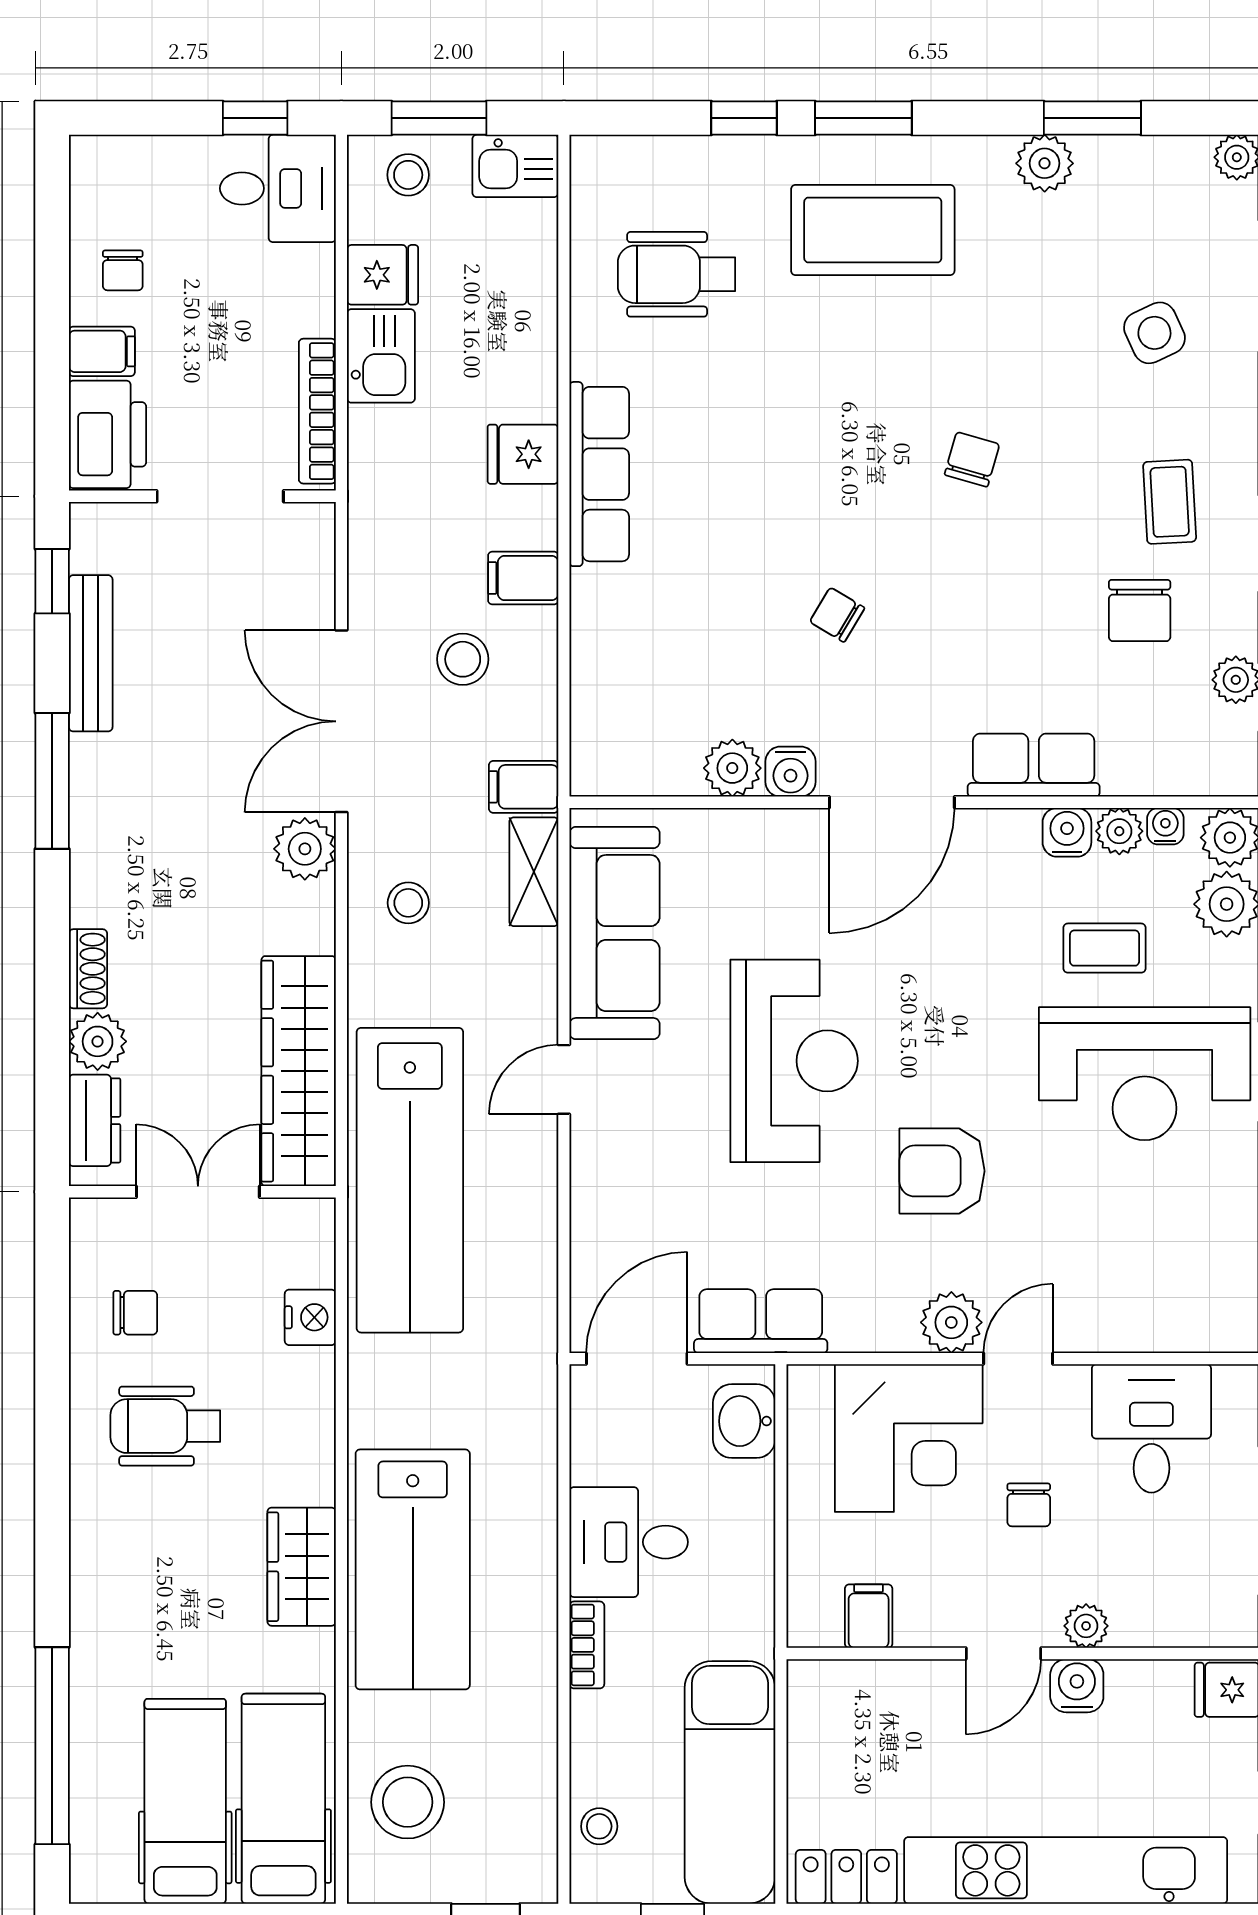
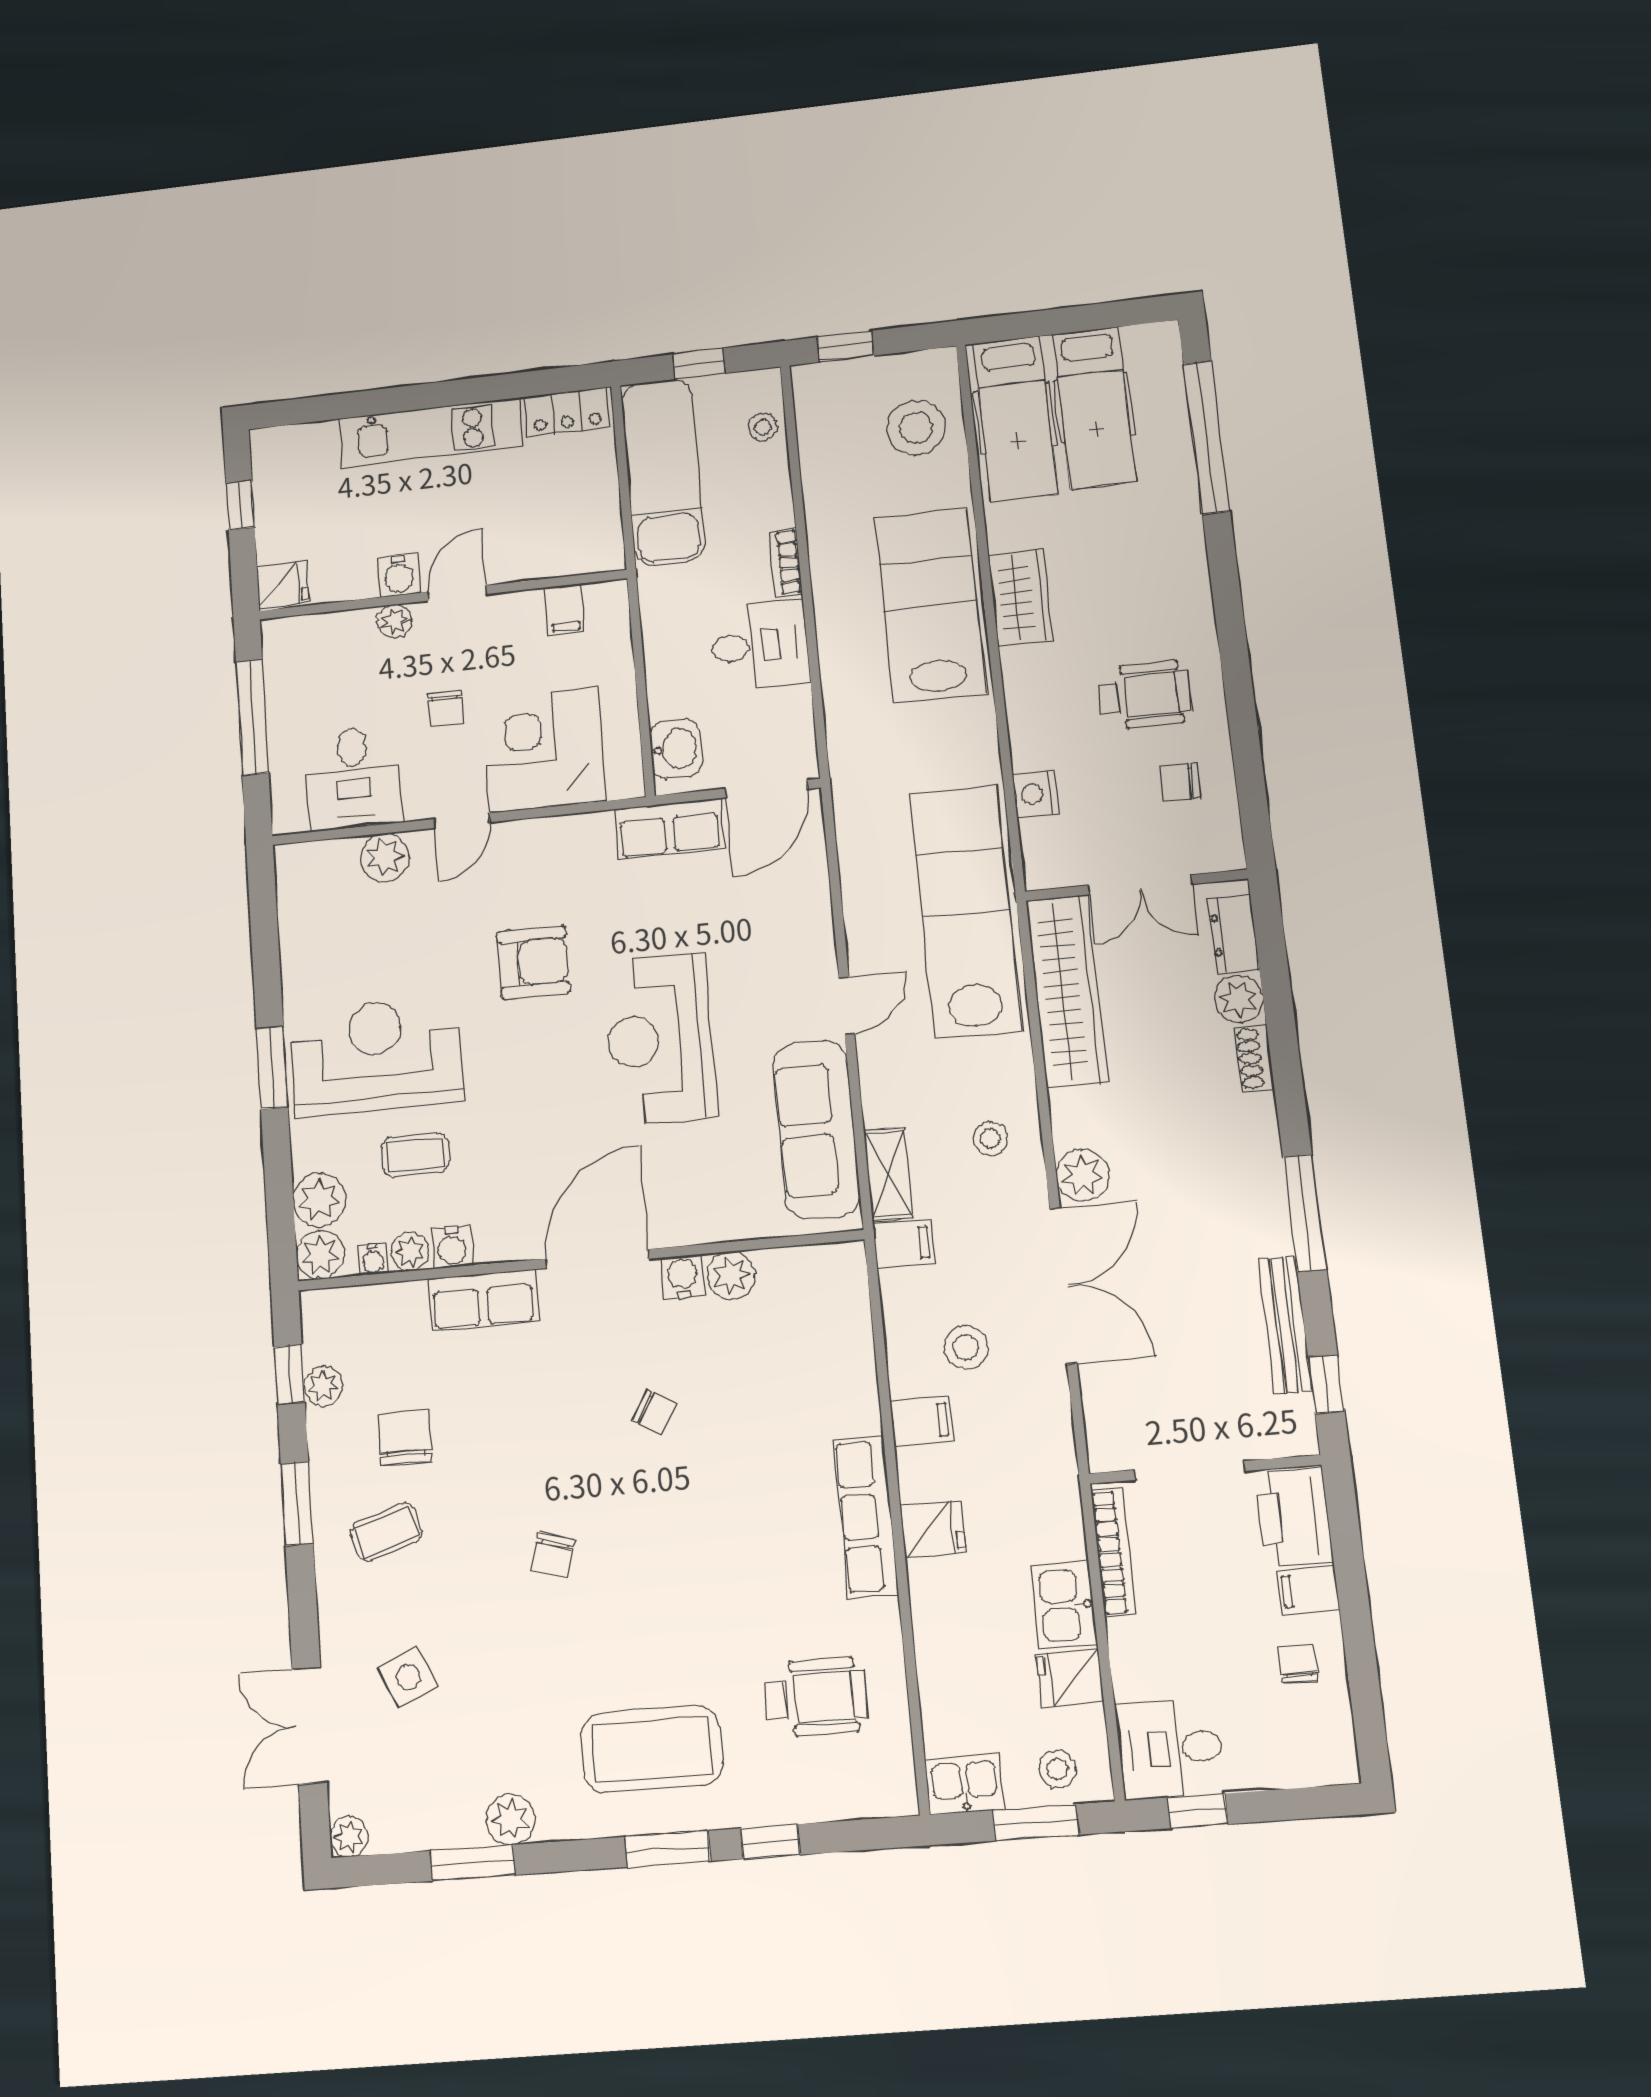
coffee table: (1170, 502) -> (386, 1532), turned 76
plant: (951, 1322) -> (385, 857), moved
chair: (1029, 1505) -> (446, 708), turned 180
kitchen unit: (1066, 1870) -> (431, 433), width x0.73

